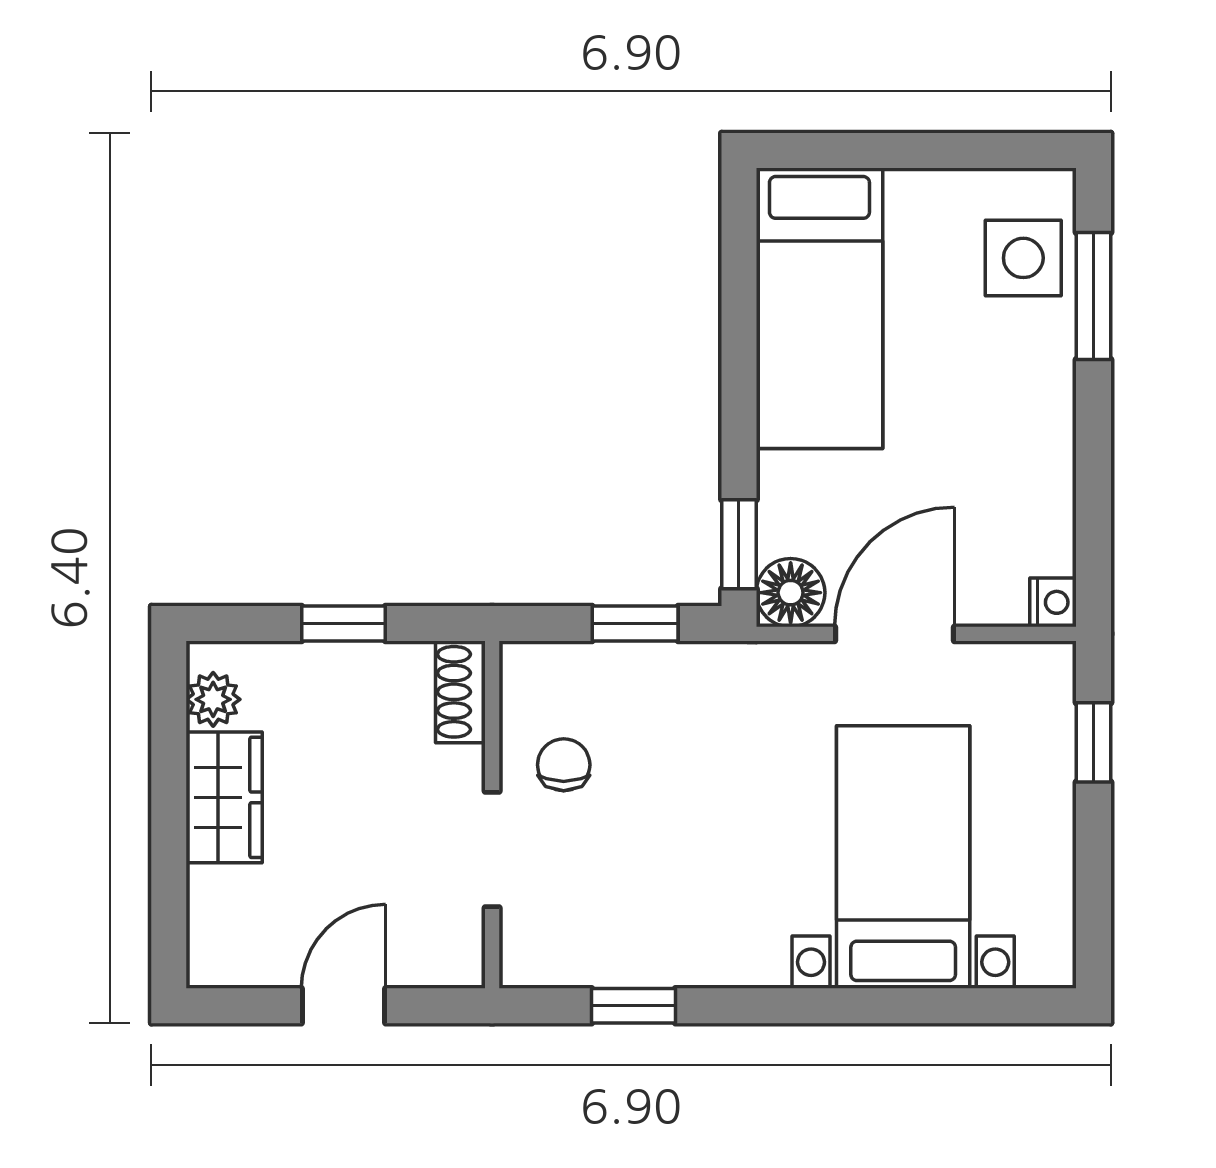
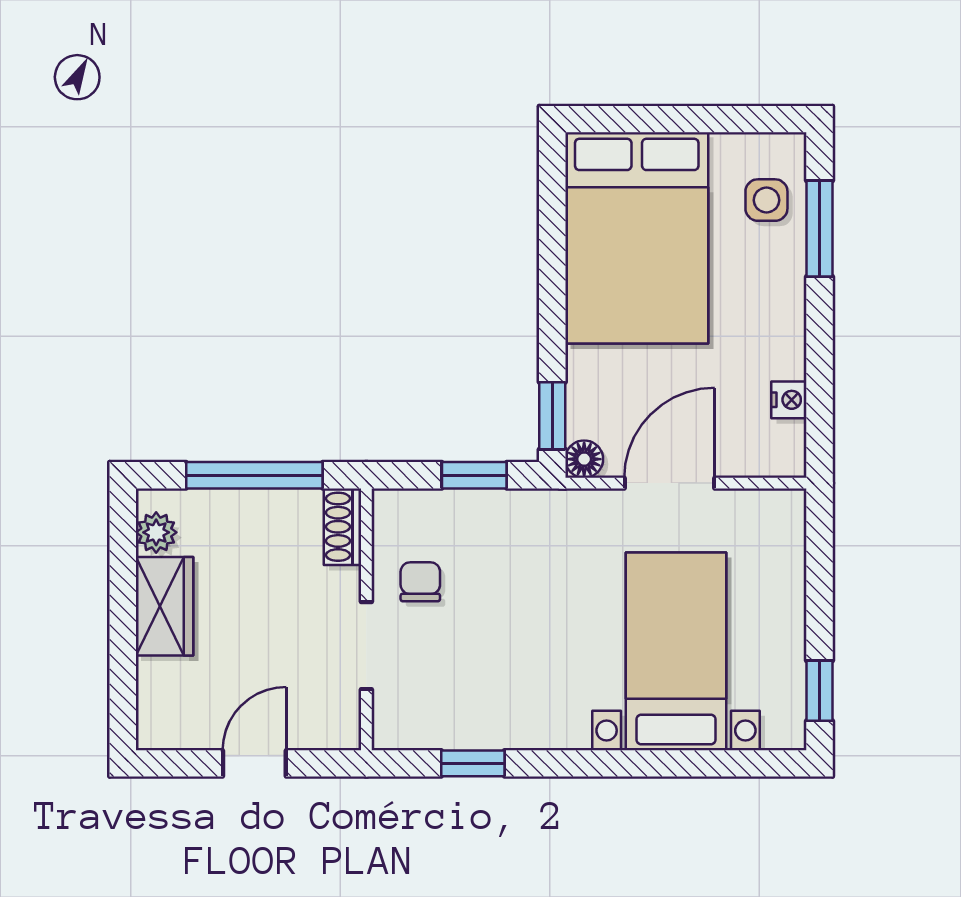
side table: (1023, 258) -> (766, 200), width x0.73, depth x0.73
bed: (819, 308) -> (637, 238), width x1.50
floor lamp: (791, 593) -> (584, 459), width x0.73, depth x0.73
nightstand: (1053, 602) -> (789, 400), moved
window: (343, 623) -> (254, 475), width x2.17
window: (1094, 742) -> (819, 691), moved

